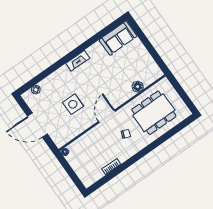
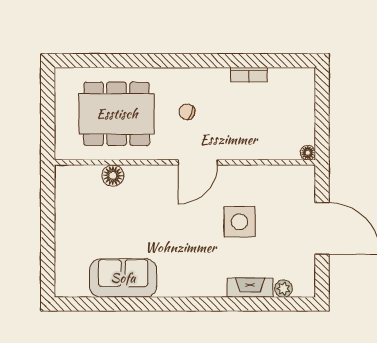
sofa: (118, 38) -> (123, 278), moved
fireplace: (78, 61) -> (250, 288), moved

